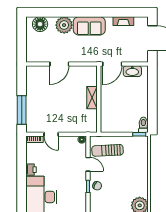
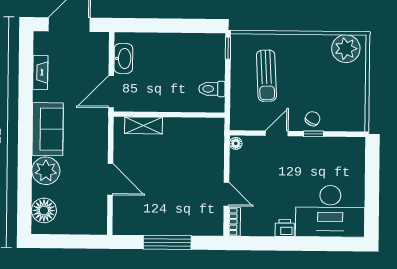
door: (112, 64) -> (111, 92), swing flipped
shelving: (92, 98) -> (144, 125), moved
window: (22, 110) -> (167, 242), moved
toilet: (143, 125) -> (212, 89), moved
door: (51, 134) -> (226, 194), hinge flipped
sun lounger: (108, 150) -> (266, 76), moved

